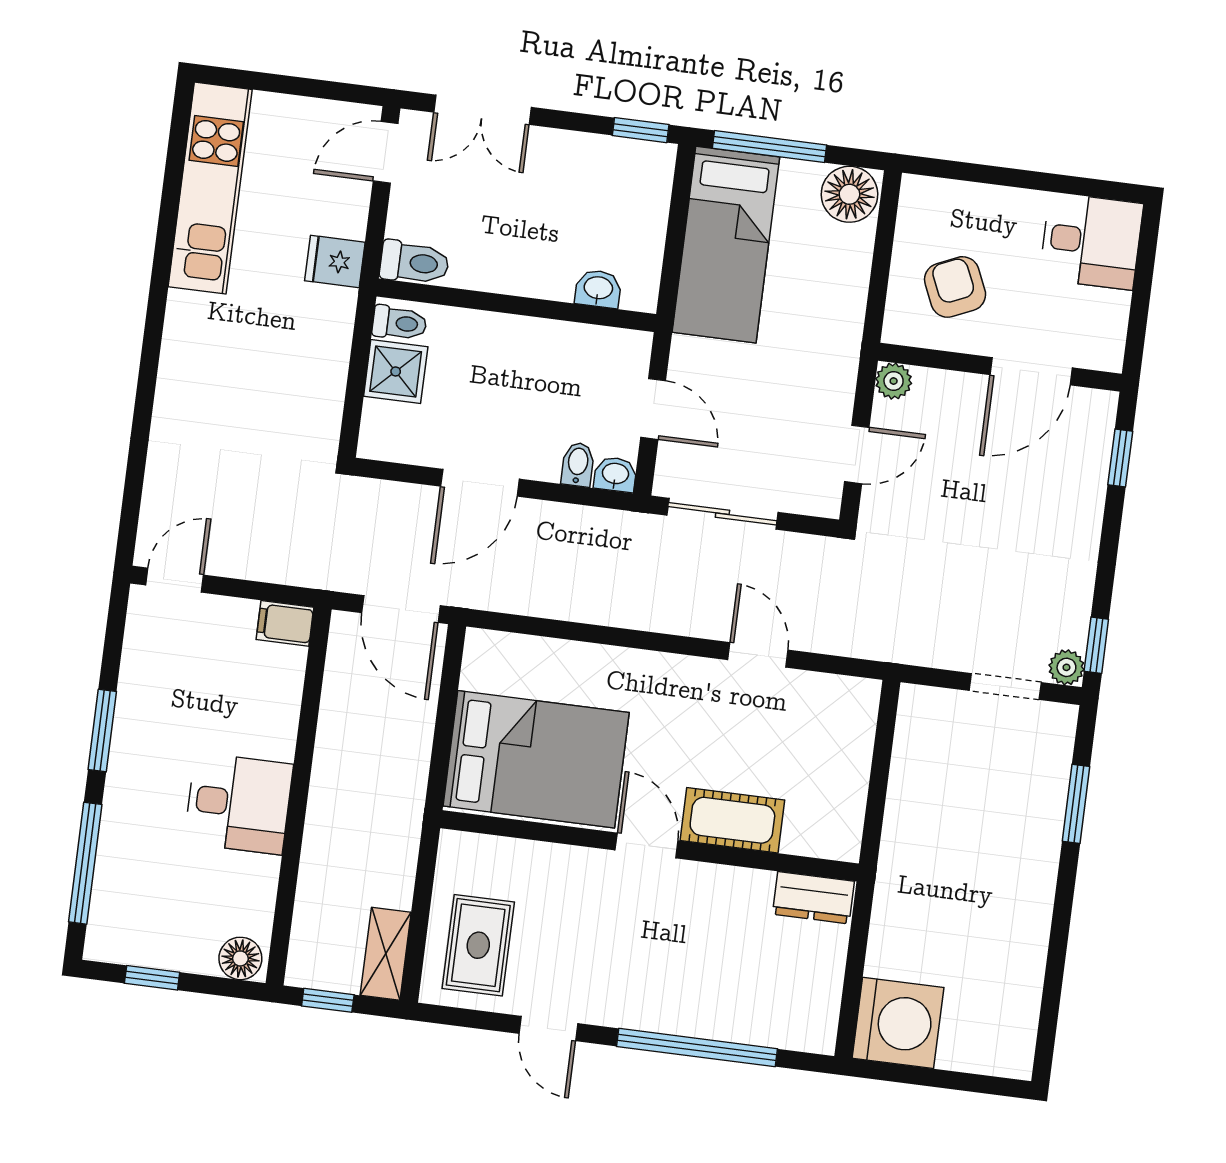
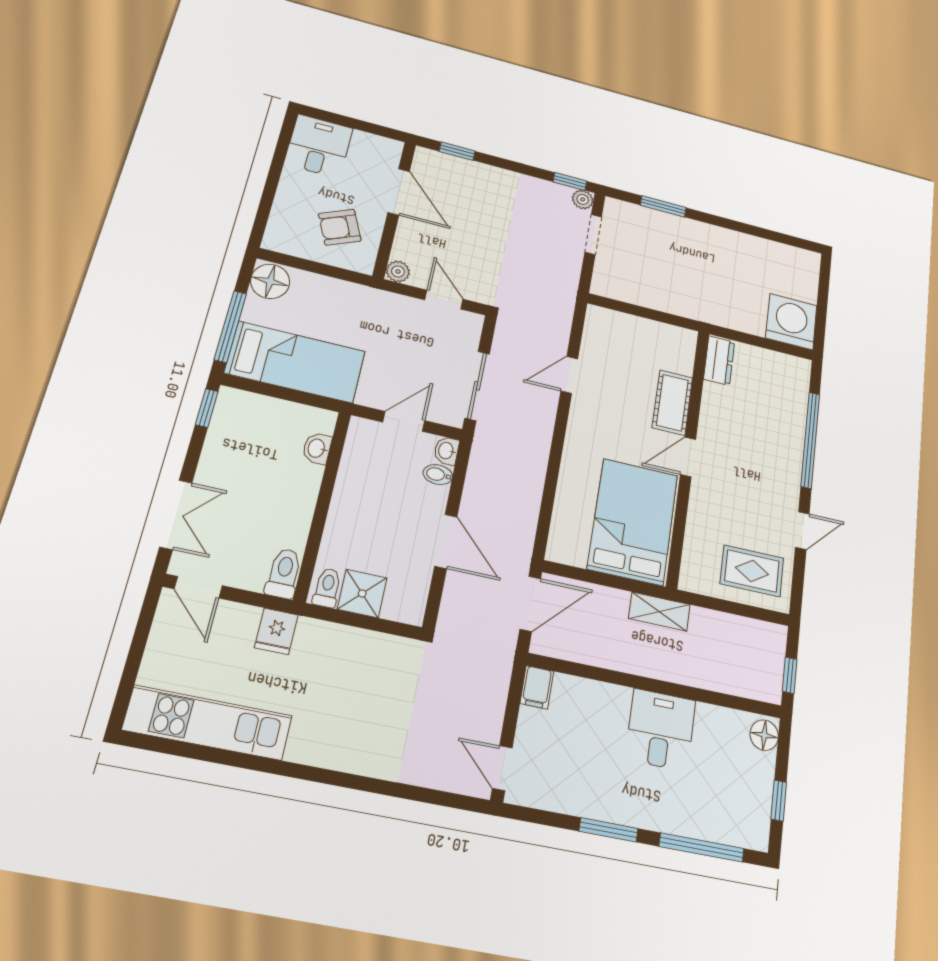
shelving: (386, 954) -> (659, 612), moved

